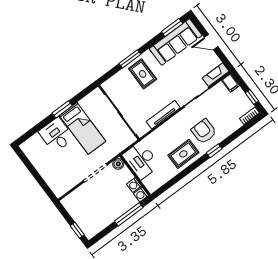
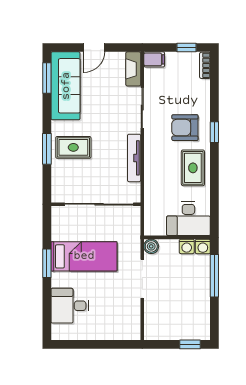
desk: (56, 135) -> (70, 306), moved
desk: (141, 160) -> (188, 219), moved

